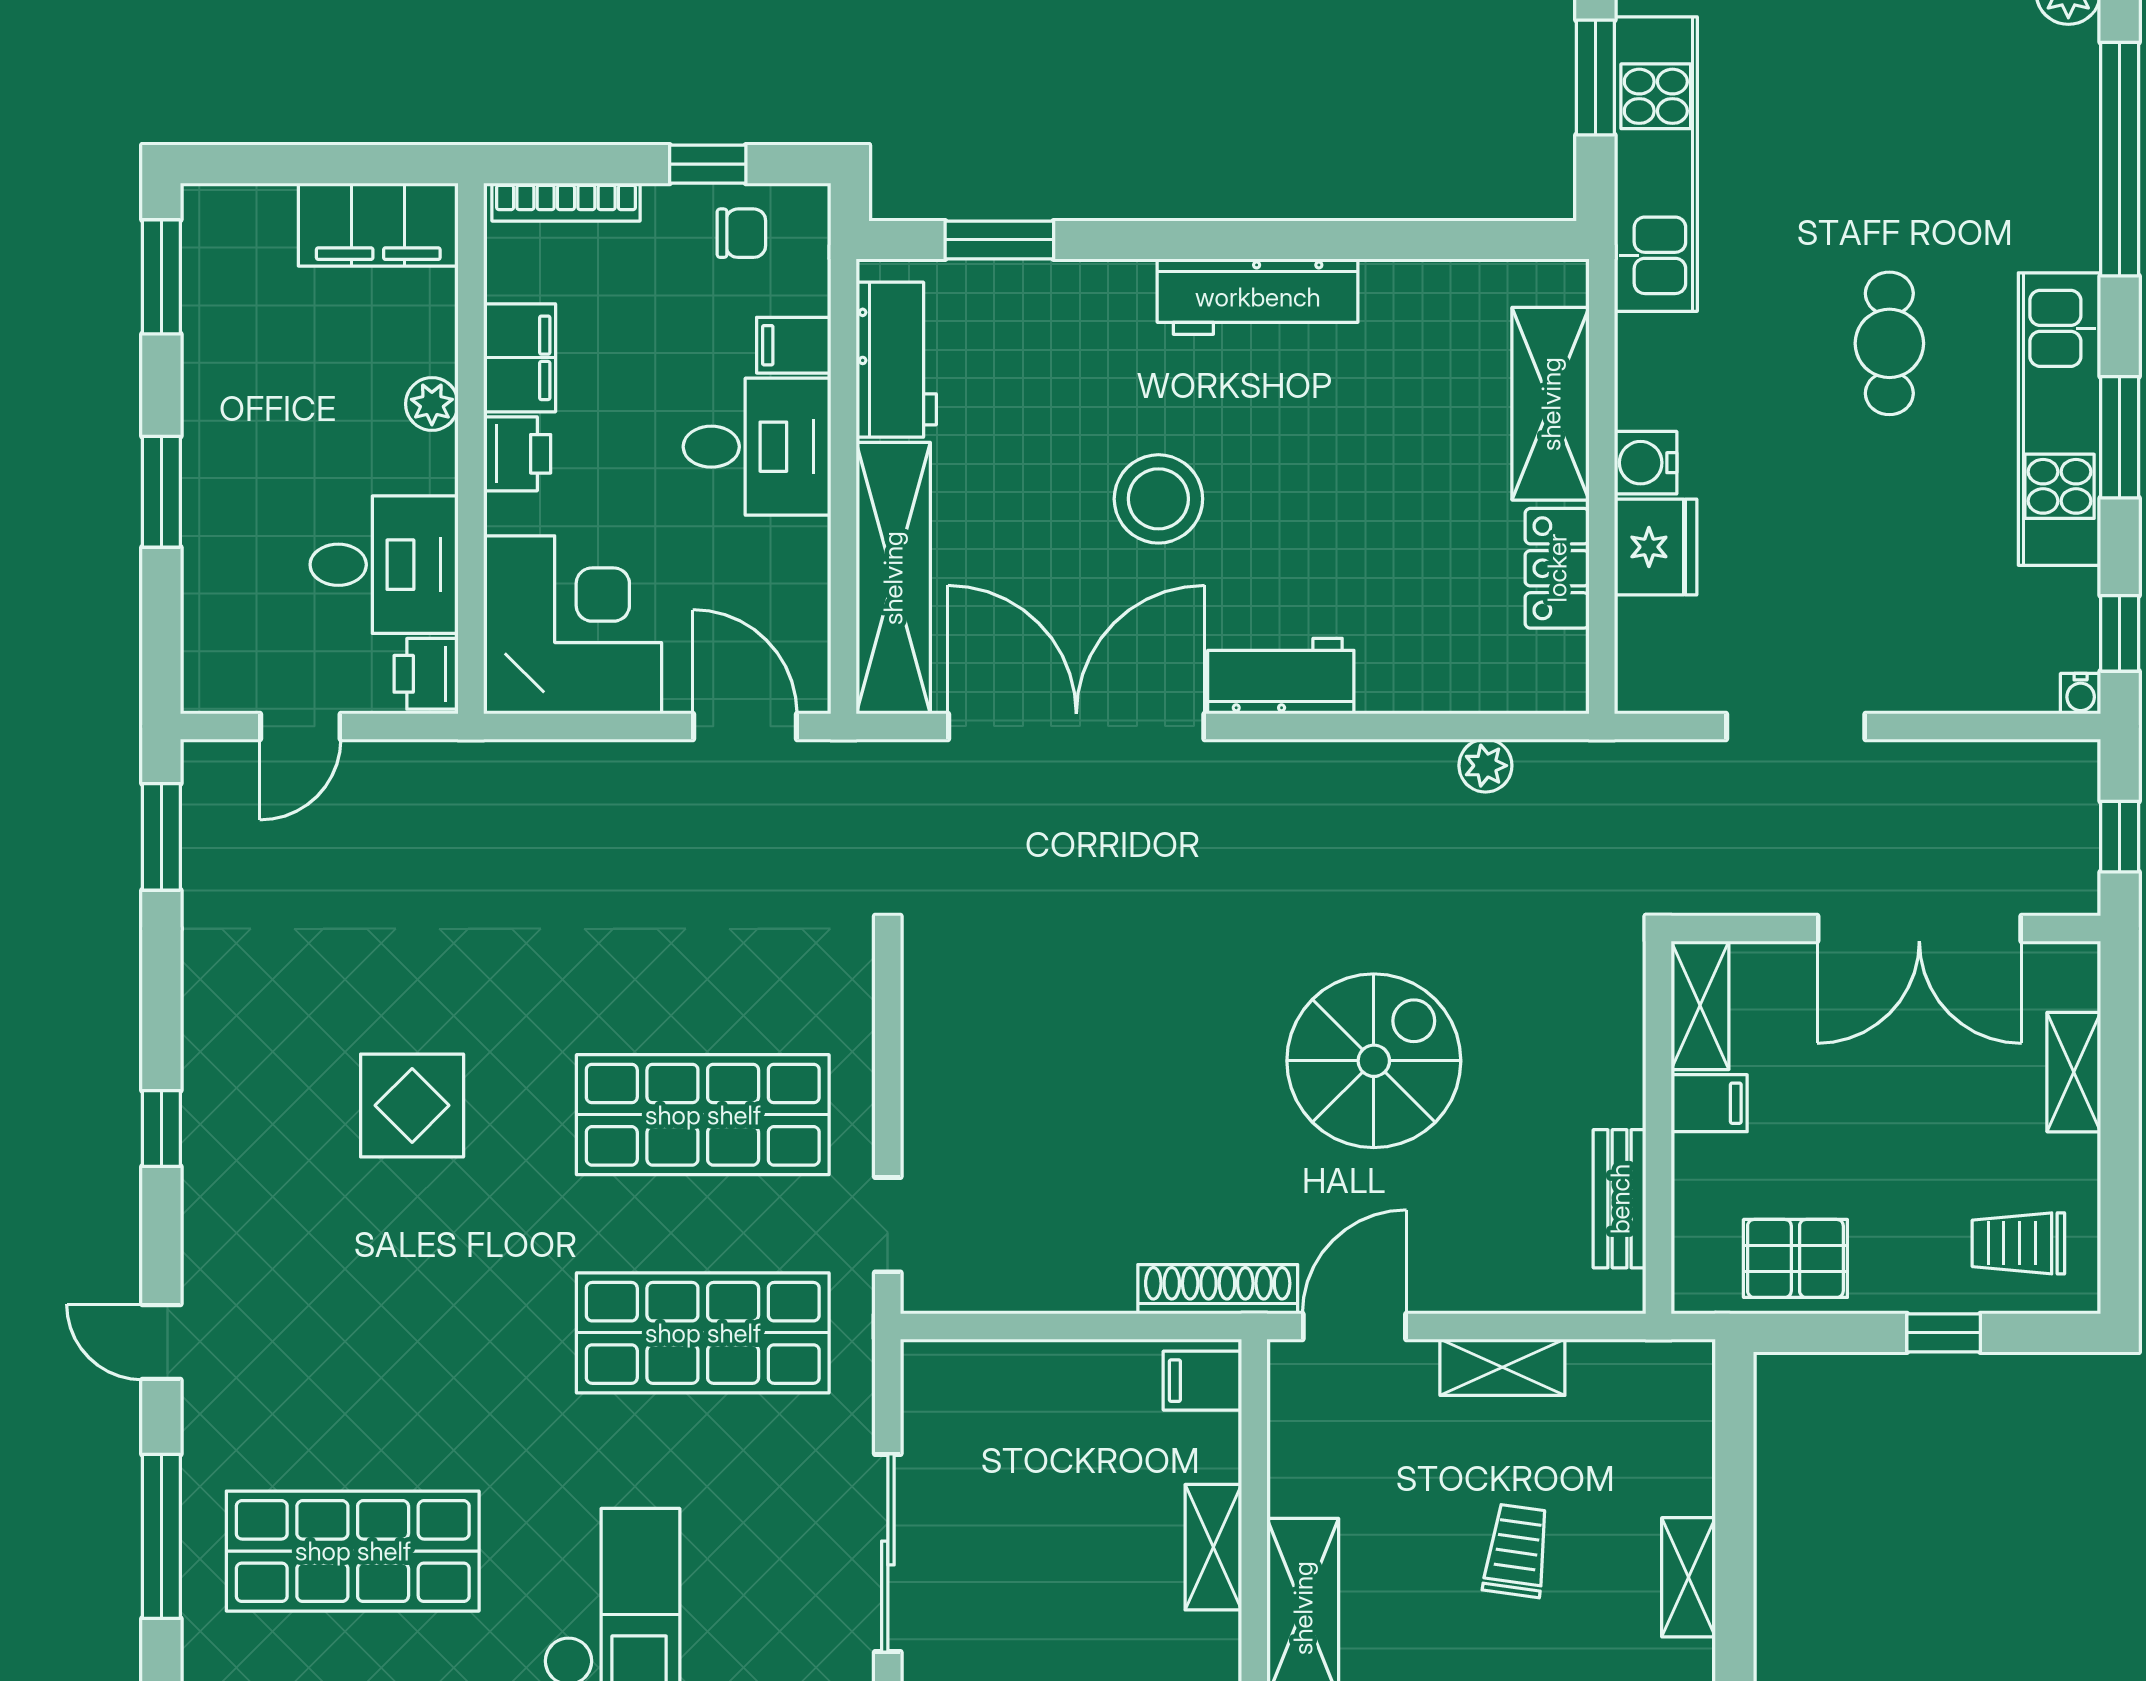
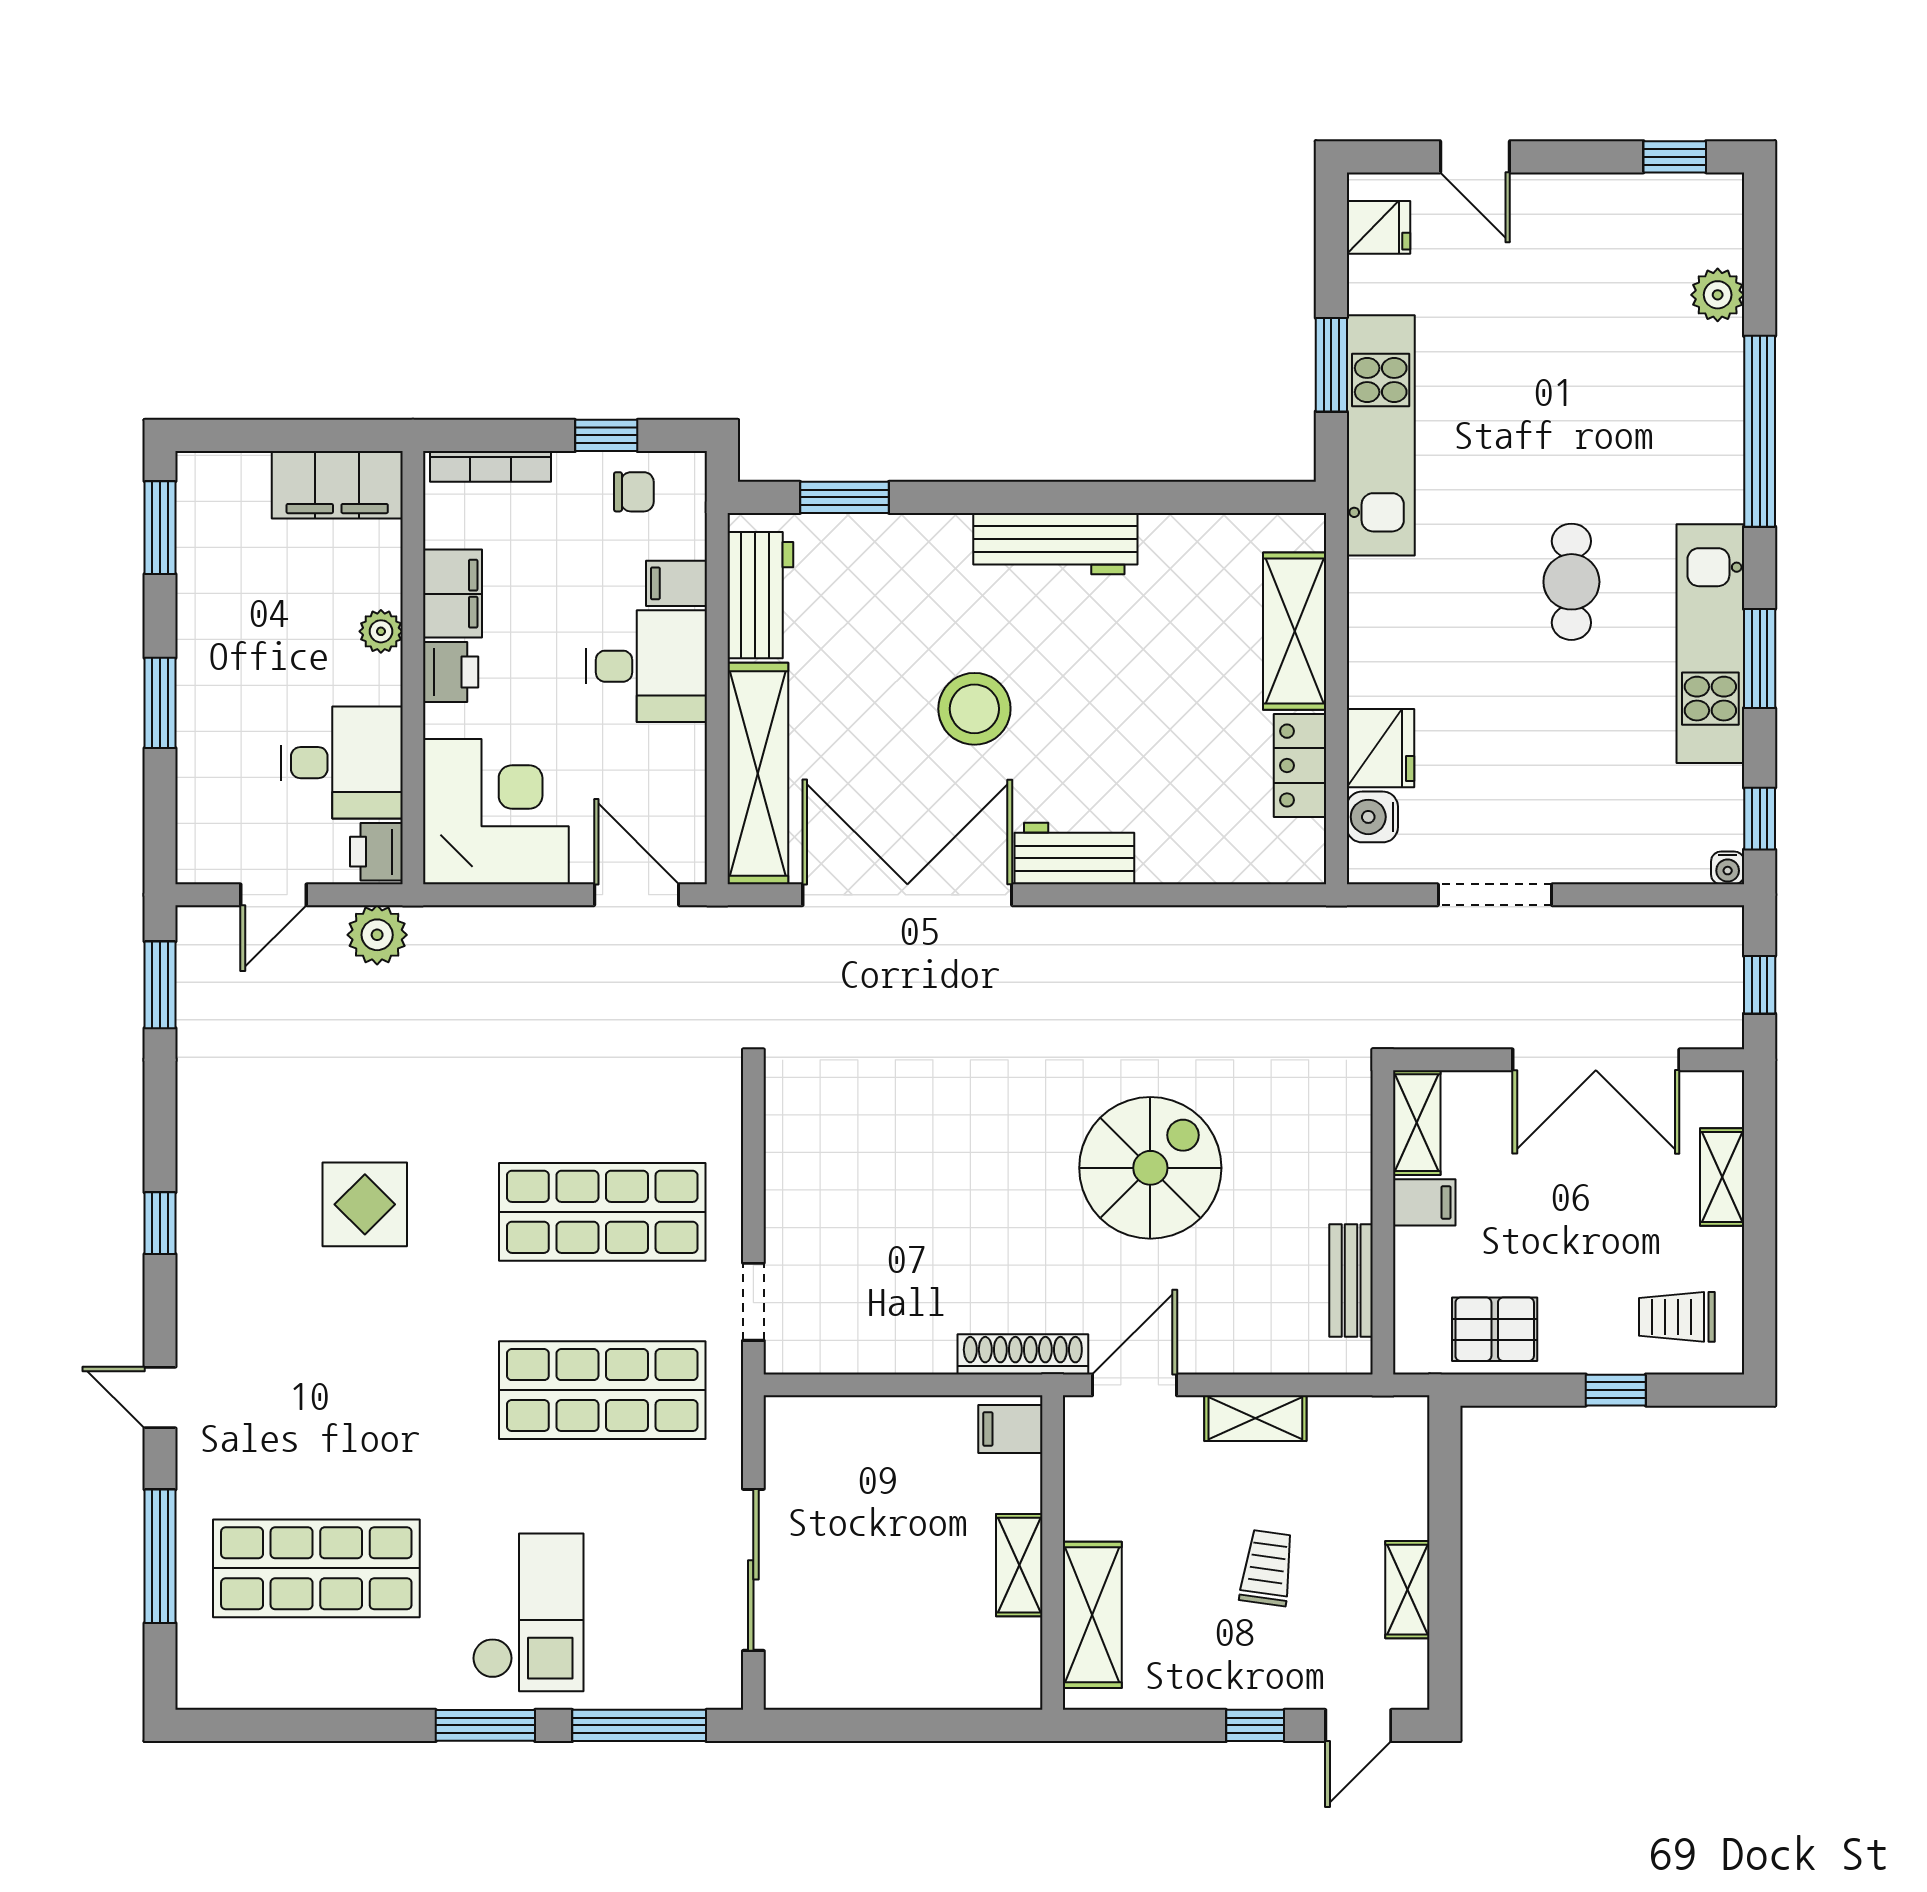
water cooler: (1646, 463) -> (1372, 817), moved
plant: (1485, 766) -> (377, 935), moved, width x1.38, depth x1.38

